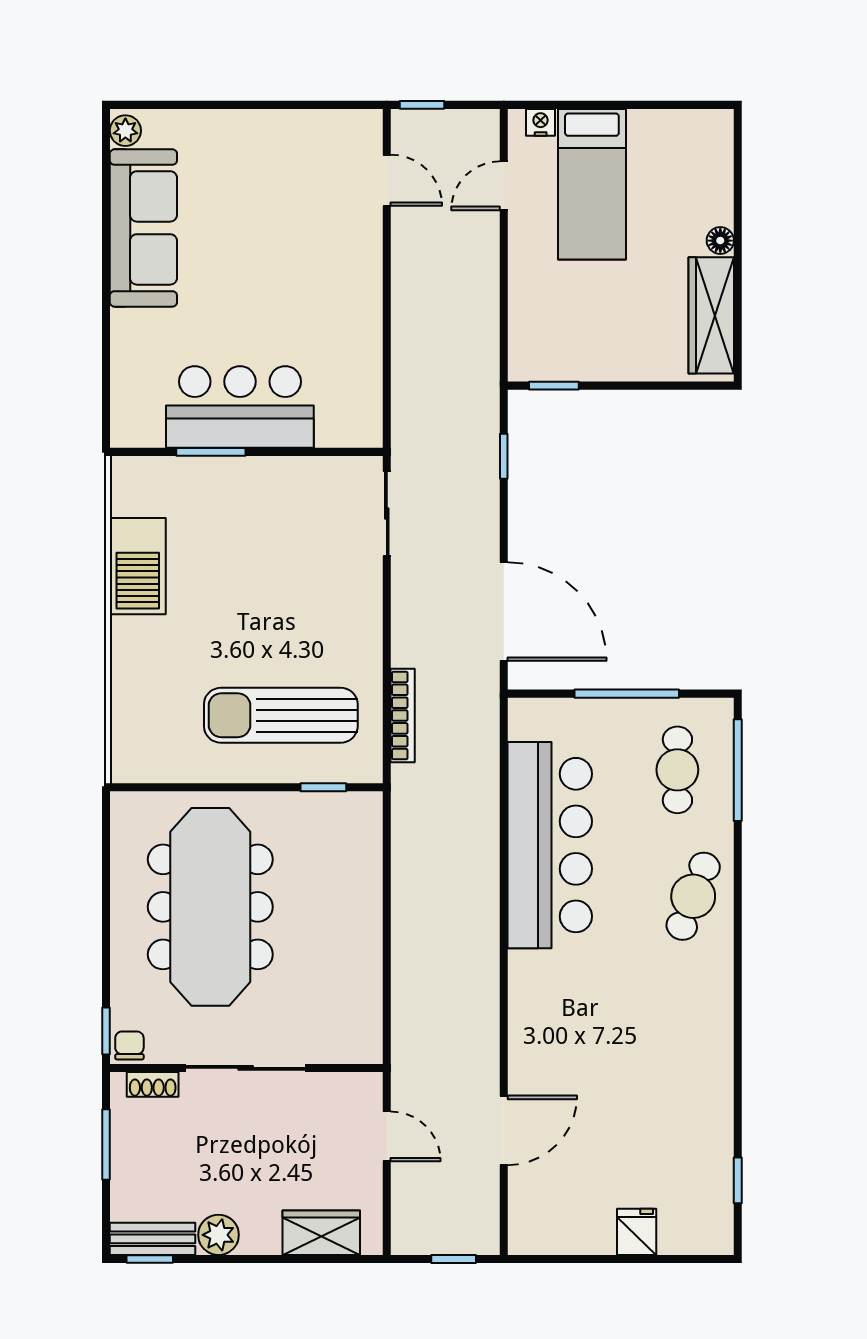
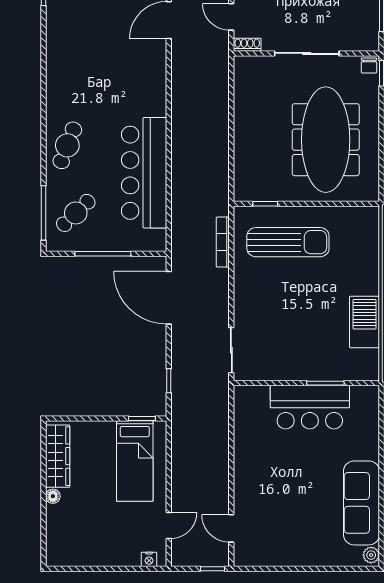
bed: (592, 184) -> (135, 461), moved, turned 180
cafe table: (677, 770) -> (76, 213), turned 46
shoe rack: (153, 1084) -> (247, 45), moved

